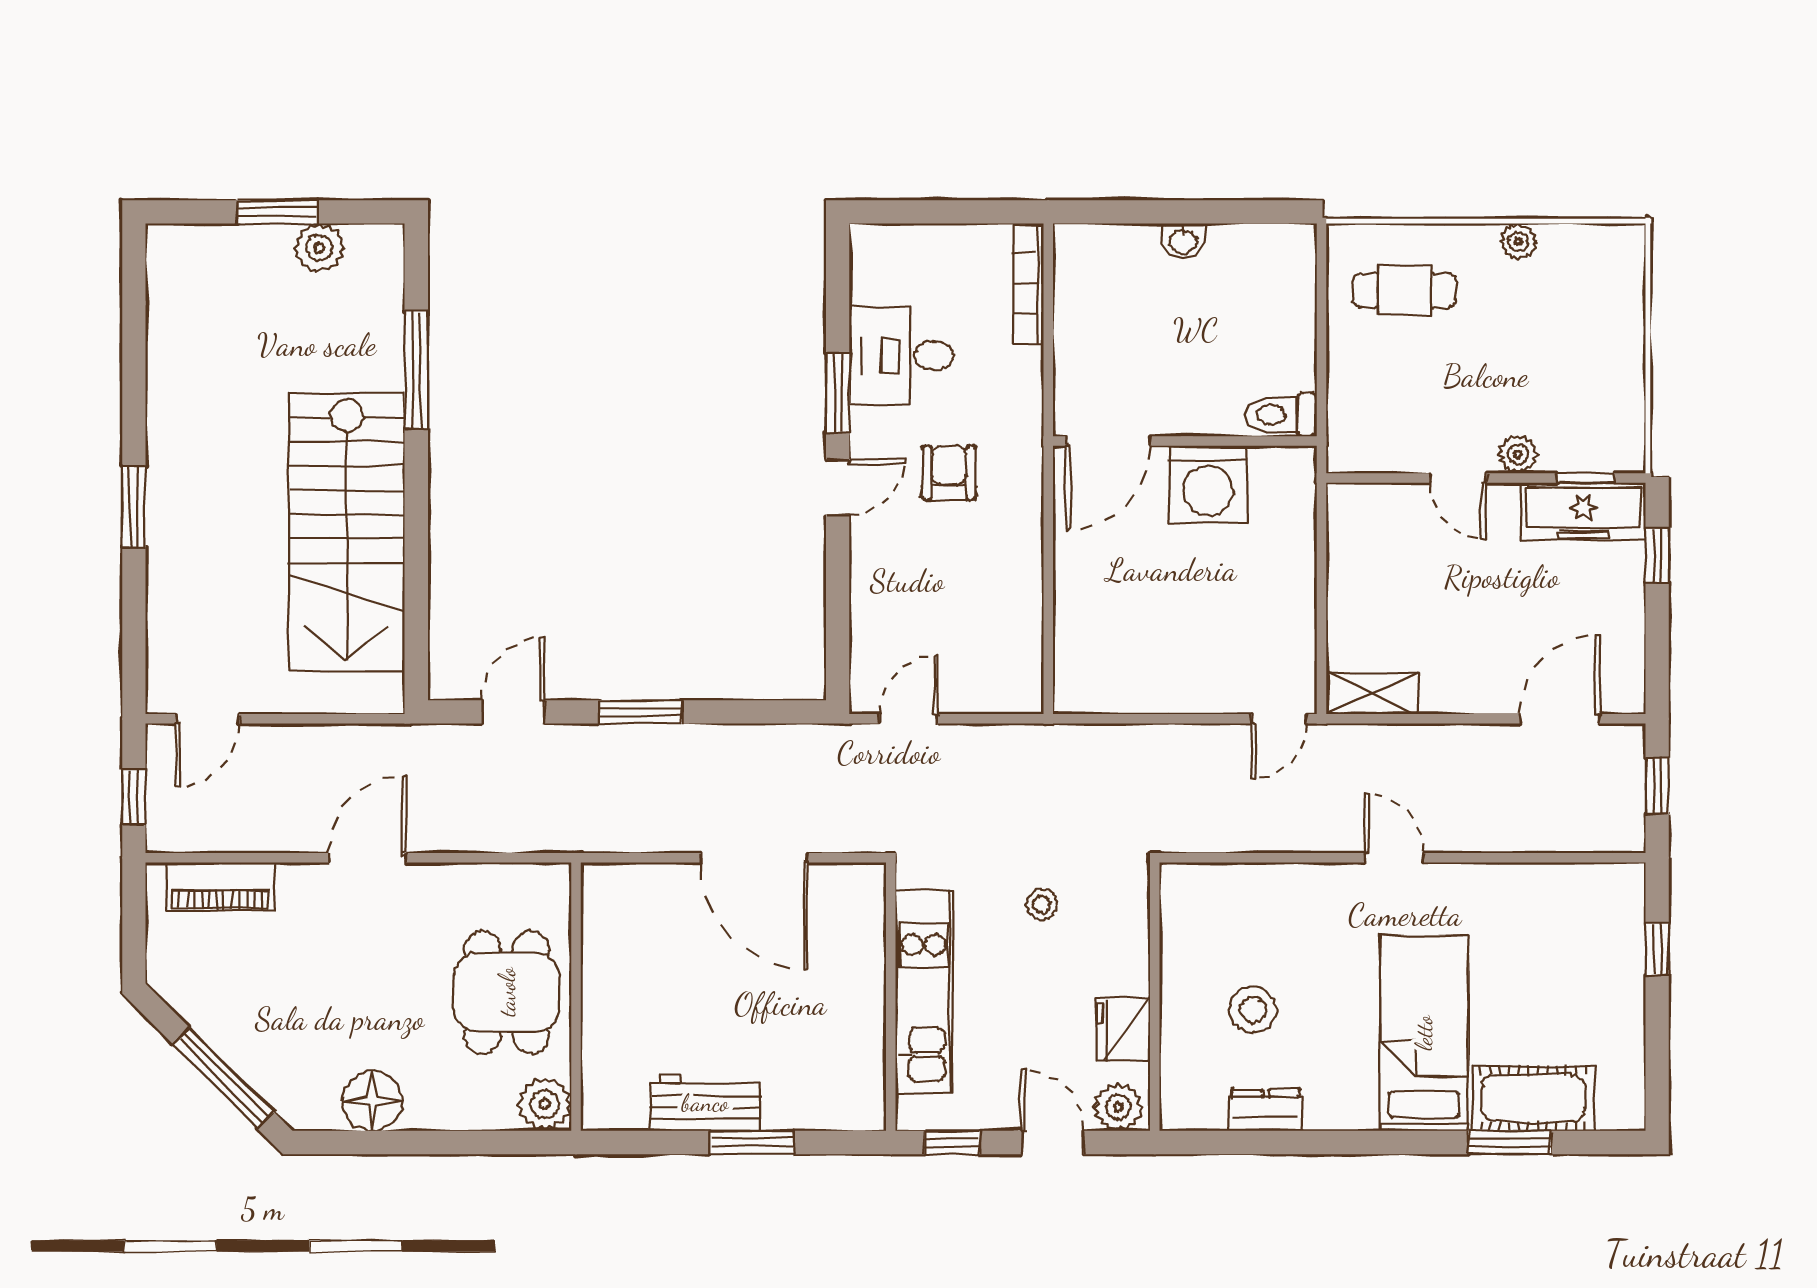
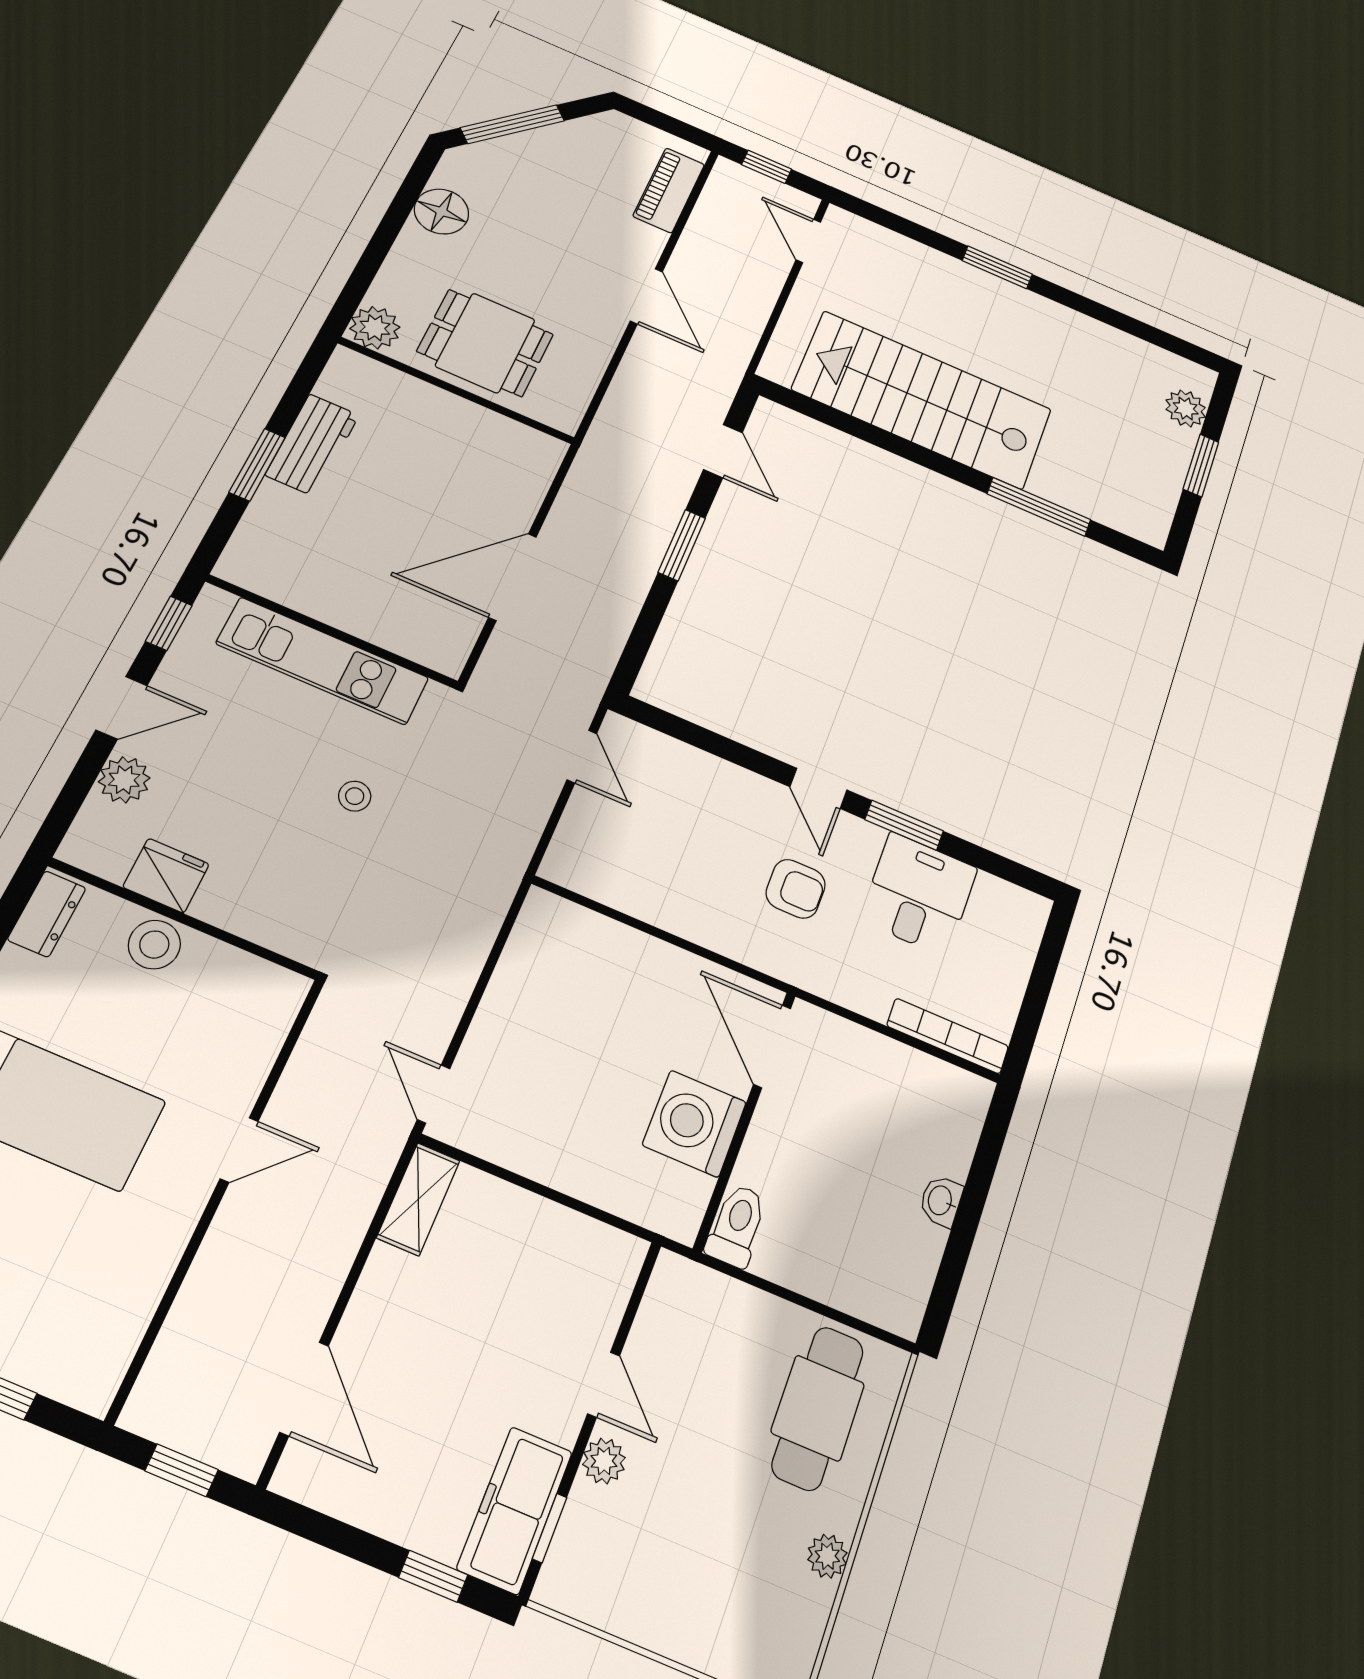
plant: (319, 248) -> (1186, 408), moved
cafe table: (1404, 290) -> (818, 1408), width x1.37, depth x1.35
door: (1459, 478) -> (604, 1385), swing flipped
wall: (1155, 997) -> (184, 919), moved
fridge: (1123, 1030) -> (166, 876), moved

